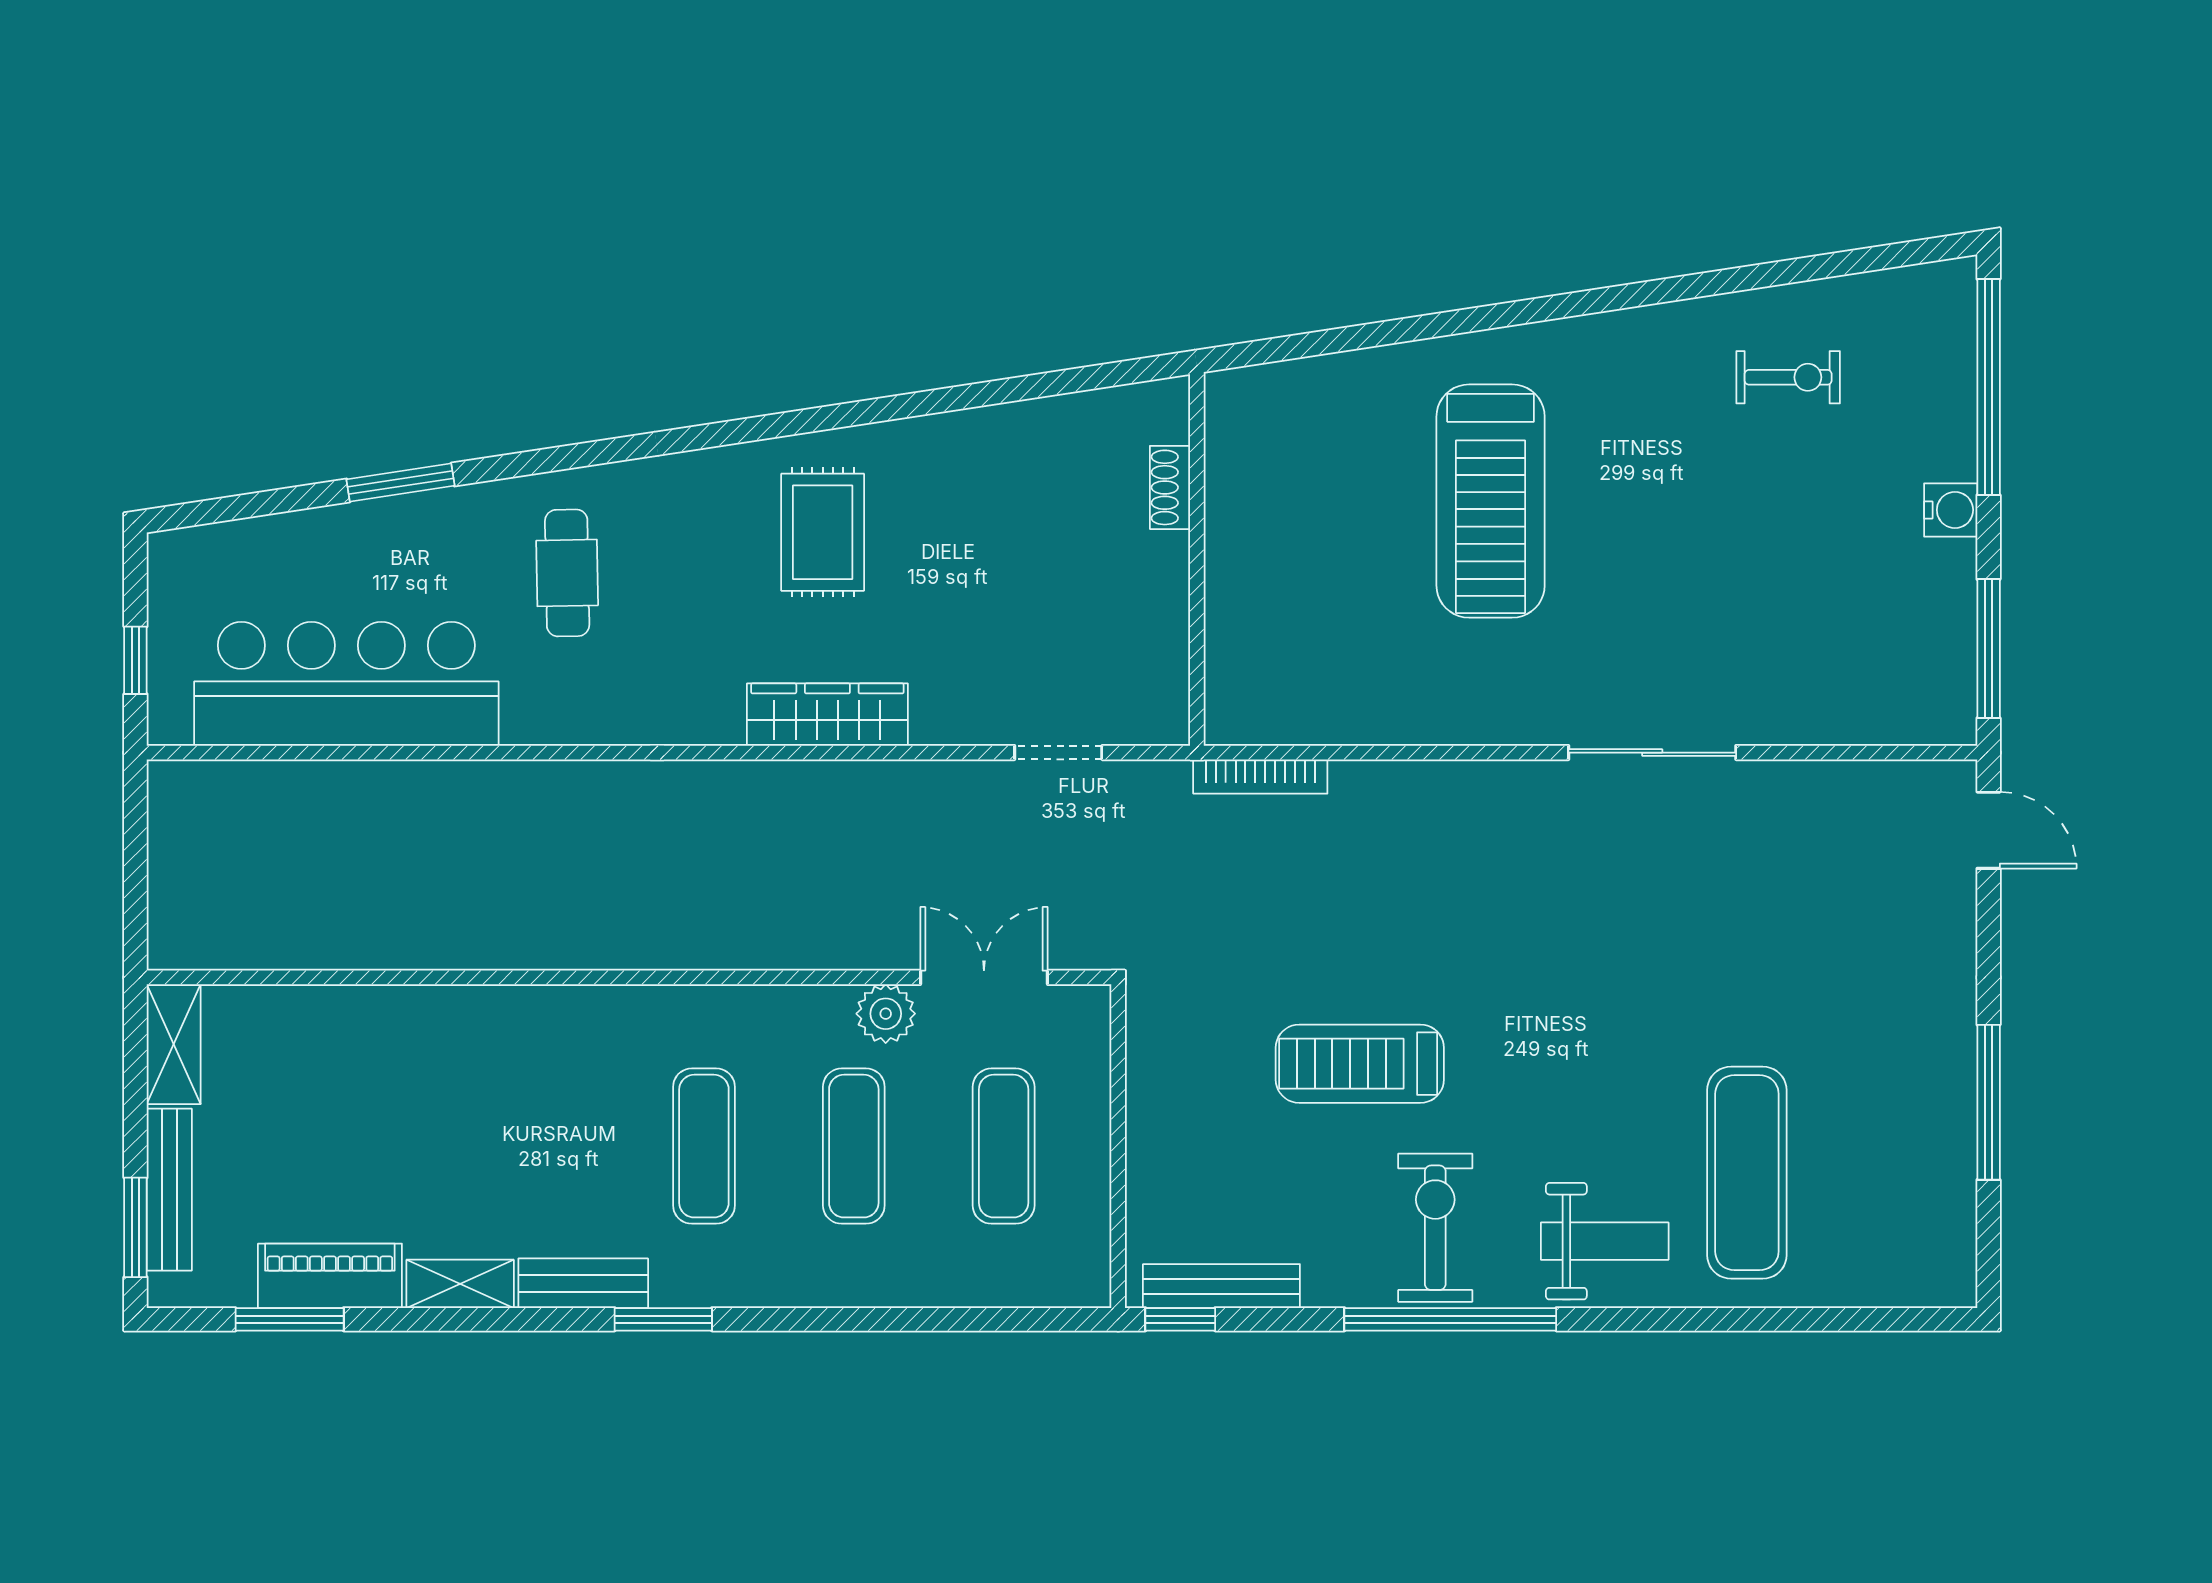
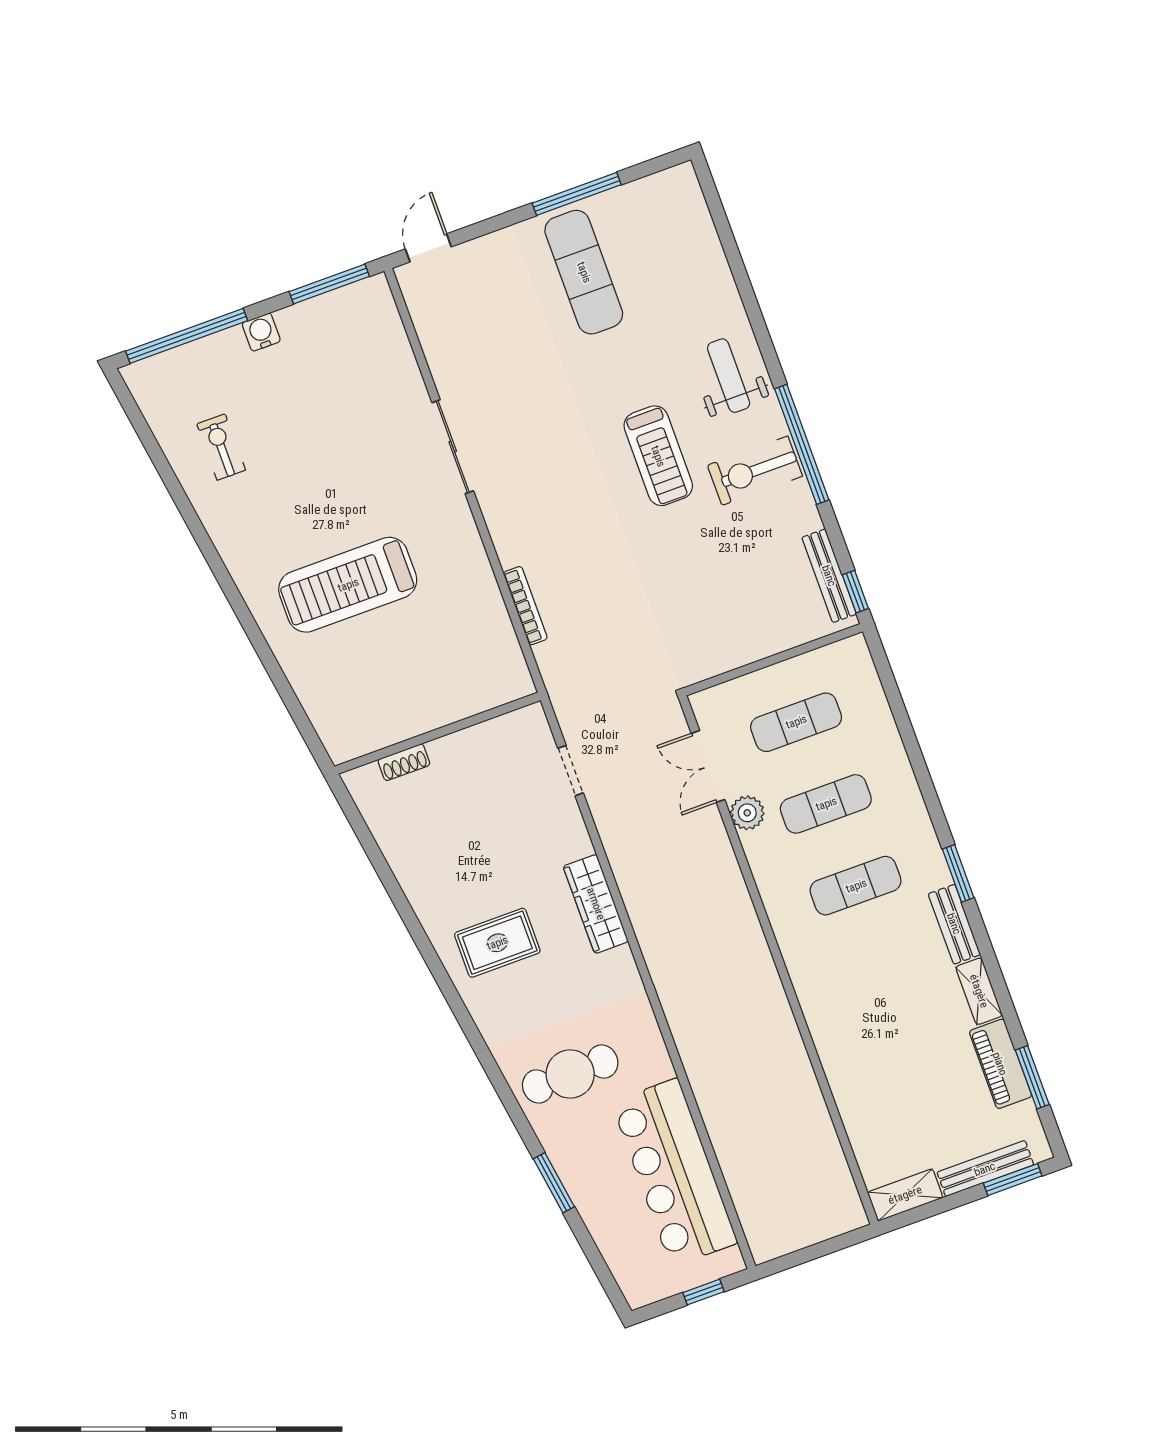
treadmill: (1491, 501) -> (348, 585), turned 180
cafe table: (567, 573) -> (570, 1074), width x1.37, depth x1.35
bookcase: (1260, 776) -> (525, 606), moved
treadmill: (1360, 1064) -> (658, 456), moved
exercise mat: (1747, 1173) -> (584, 272), moved, turned 90

